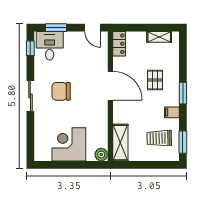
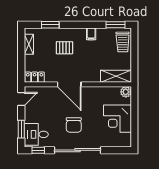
door: (110, 86) -> (69, 84), swing flipped
window: (183, 93) -> (50, 25), moved
sliding door: (30, 96) -> (78, 150), width x1.86
trolley: (159, 138) -> (123, 42), moved

